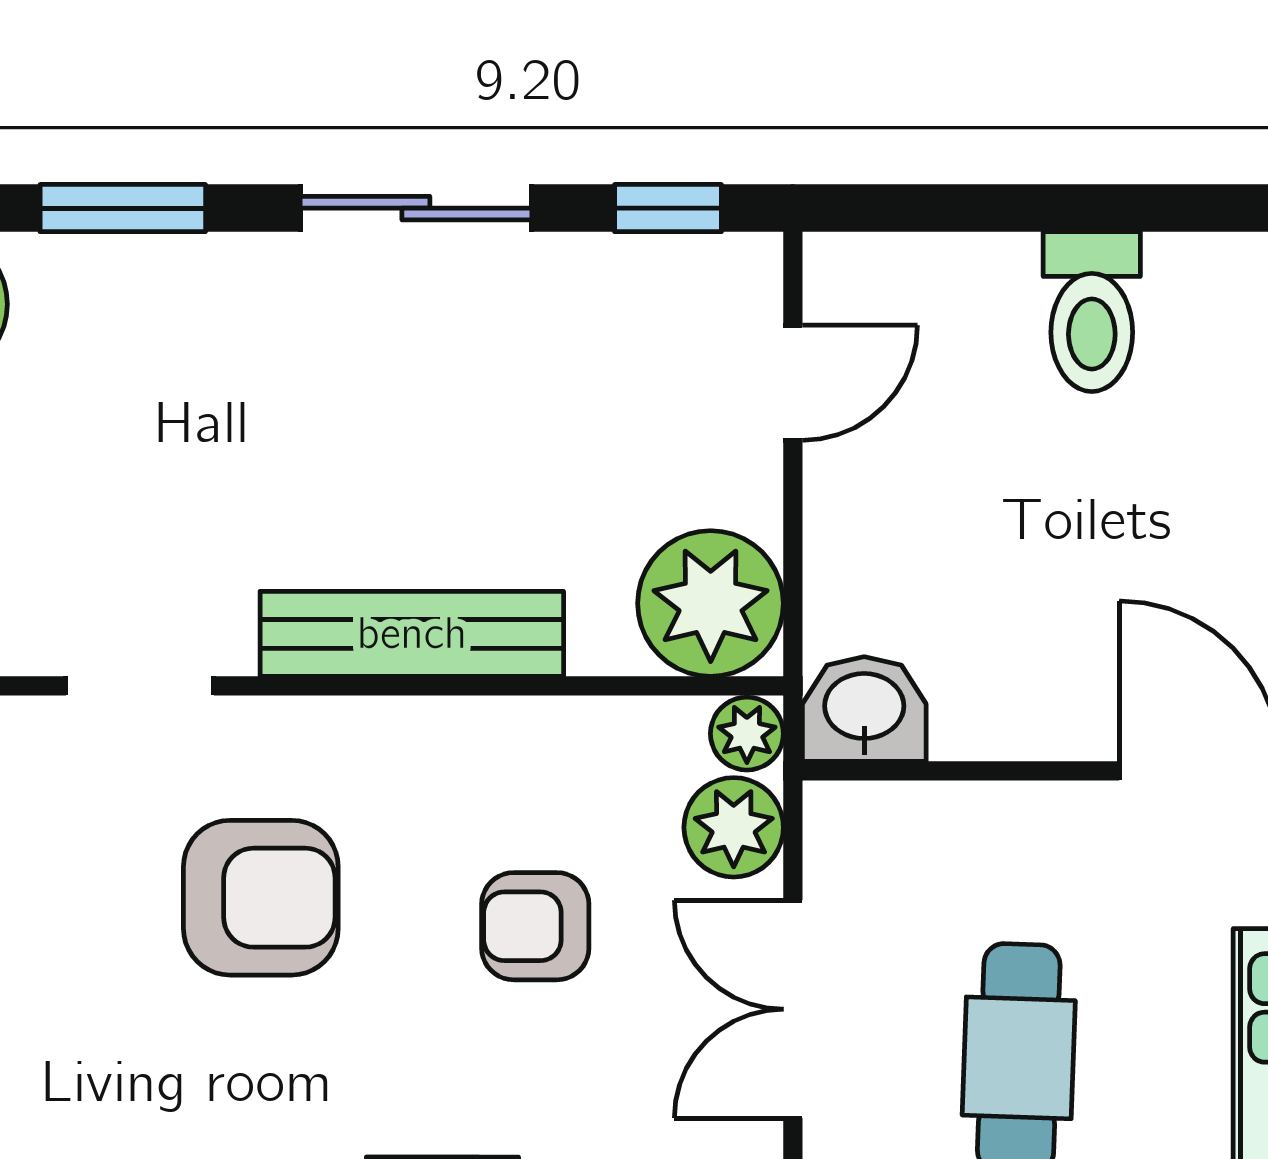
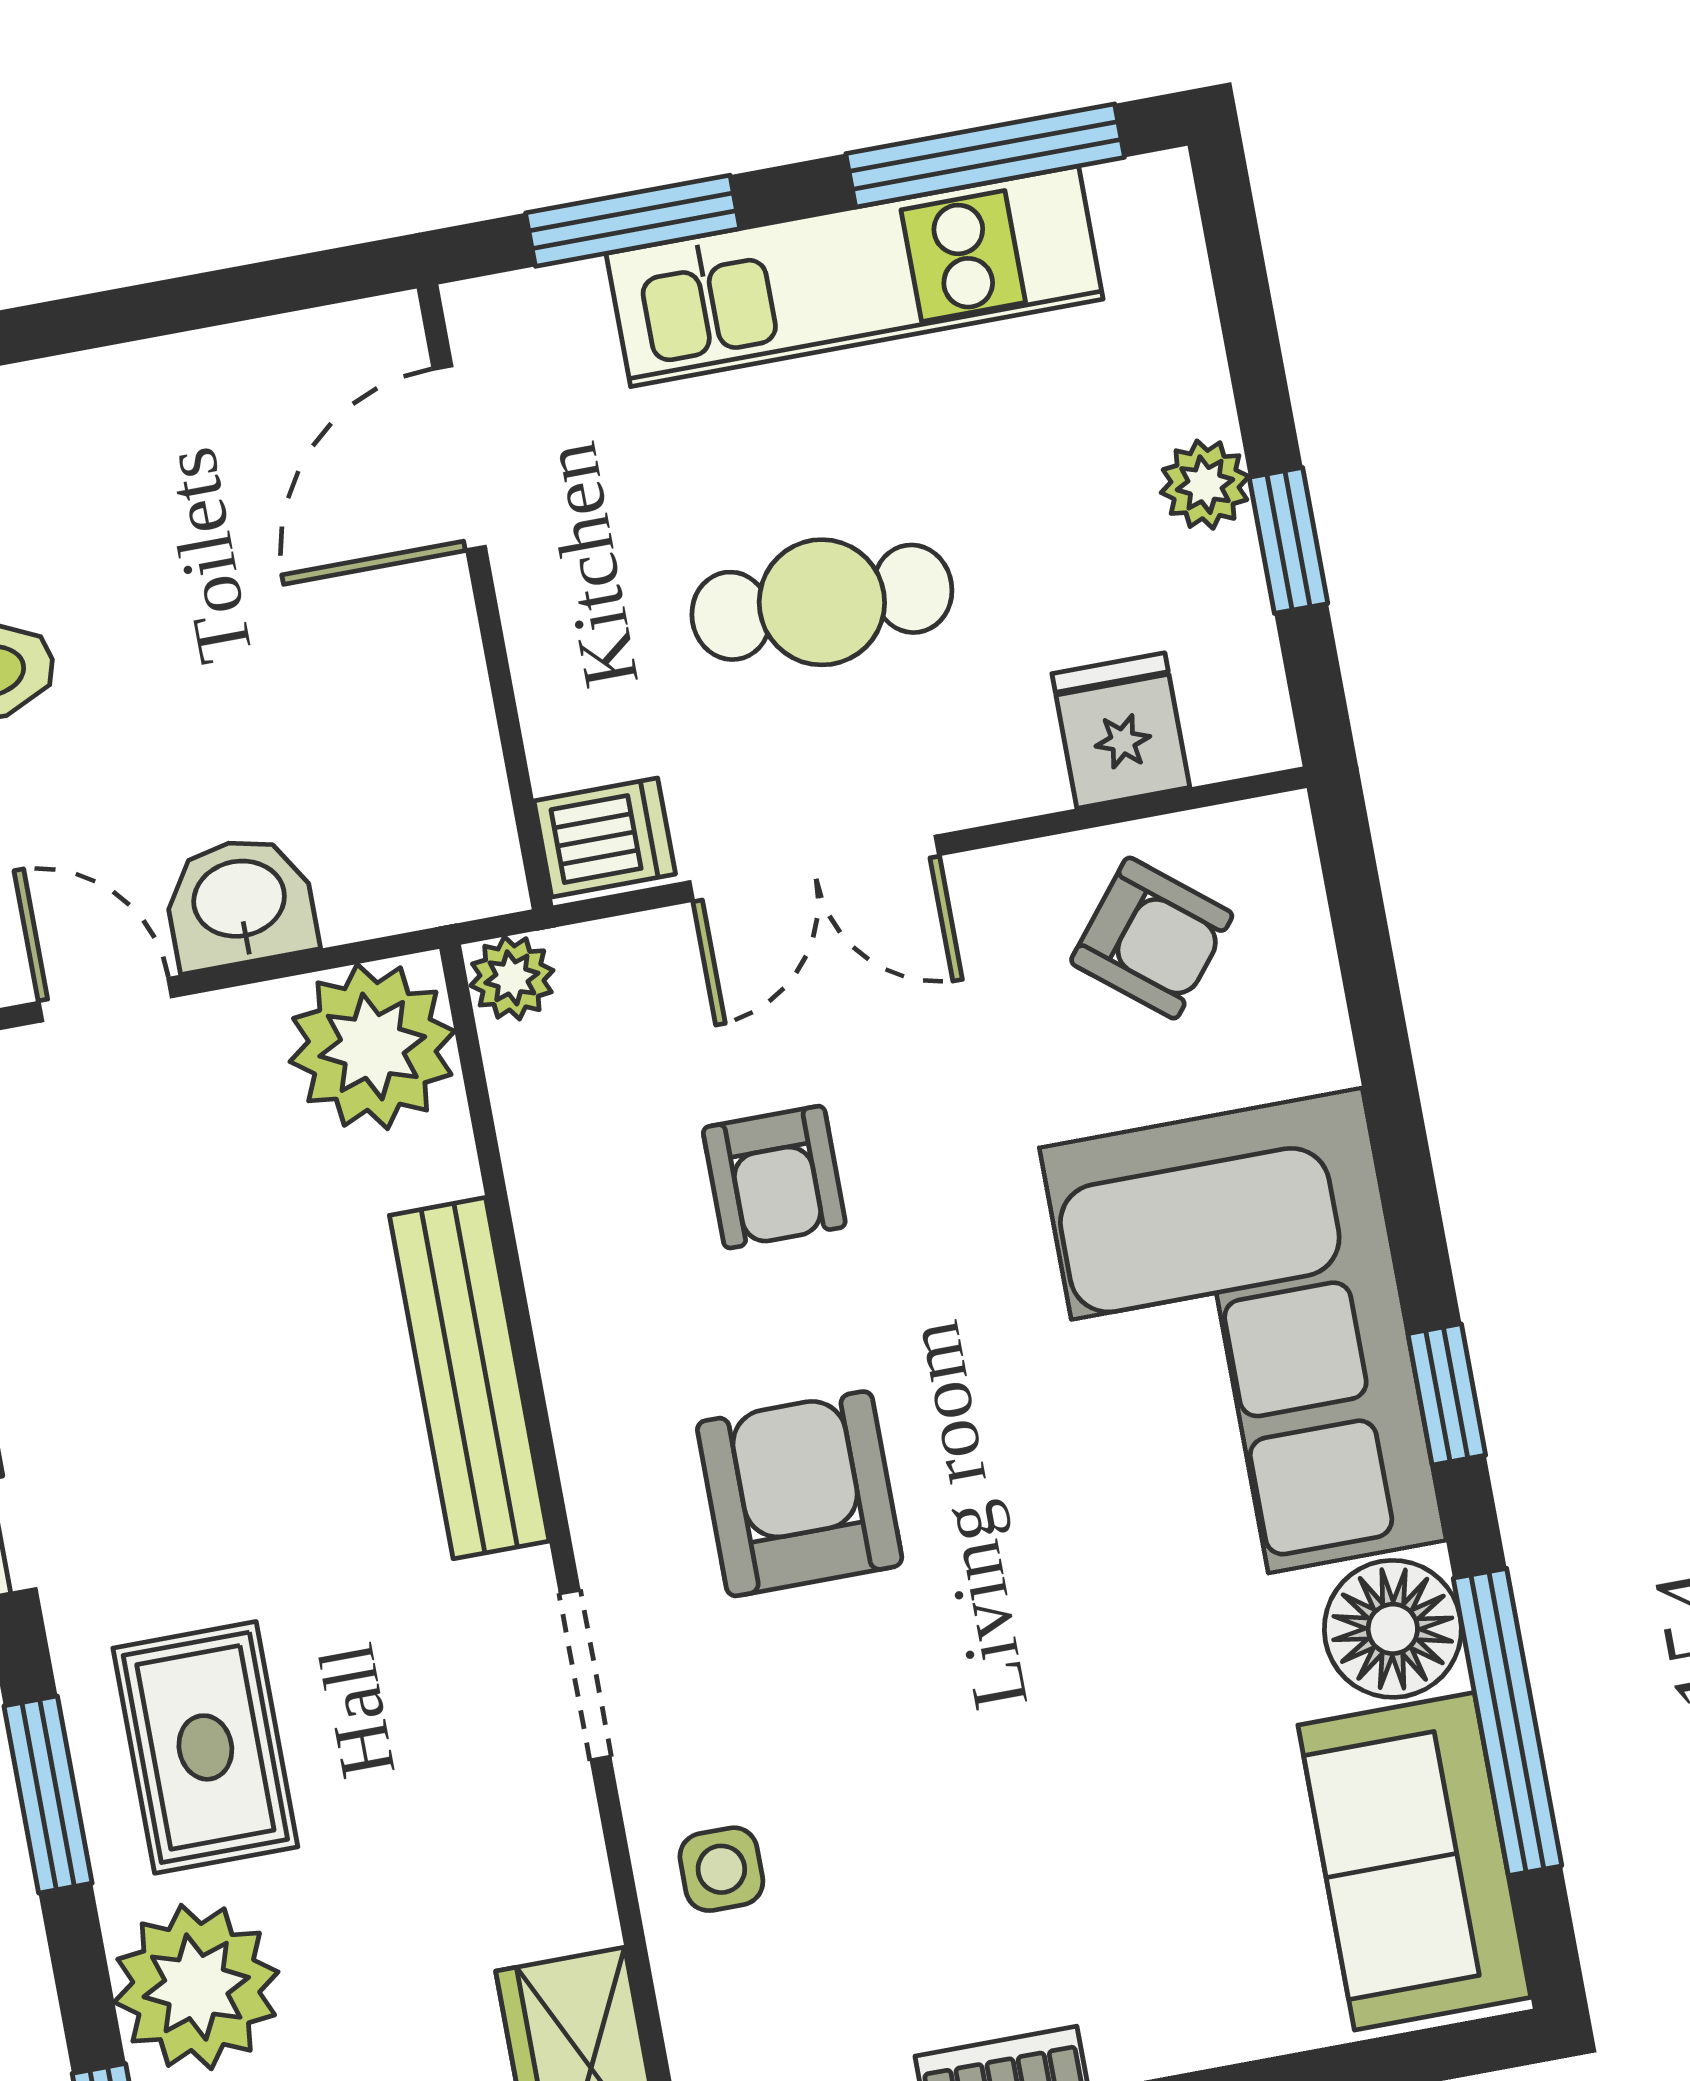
rug: (138, 350) -> (205, 1747), added
washbasin: (864, 709) -> (240, 902), moved, turned 90
plant: (734, 827) -> (621, 973), removed
dishwasher: (852, 835) -> (605, 837), added

